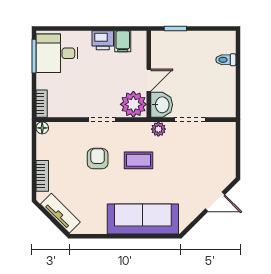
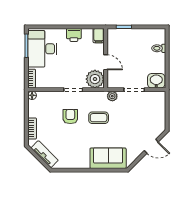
filing cabinet: (123, 41) -> (99, 36), moved
desk: (57, 53) -> (42, 49), width x1.37
door: (149, 80) -> (106, 62), hinge flipped
washbasin: (162, 105) -> (156, 81), moved, turned -90
sofa: (143, 219) -> (108, 158), width x0.73

